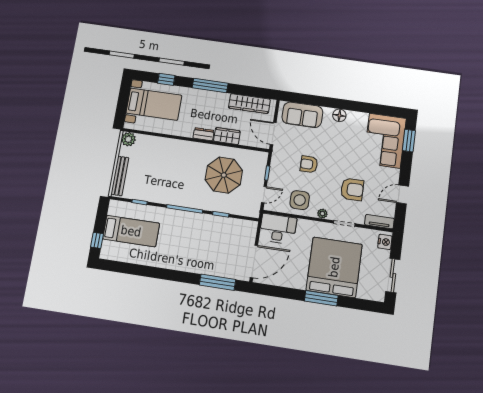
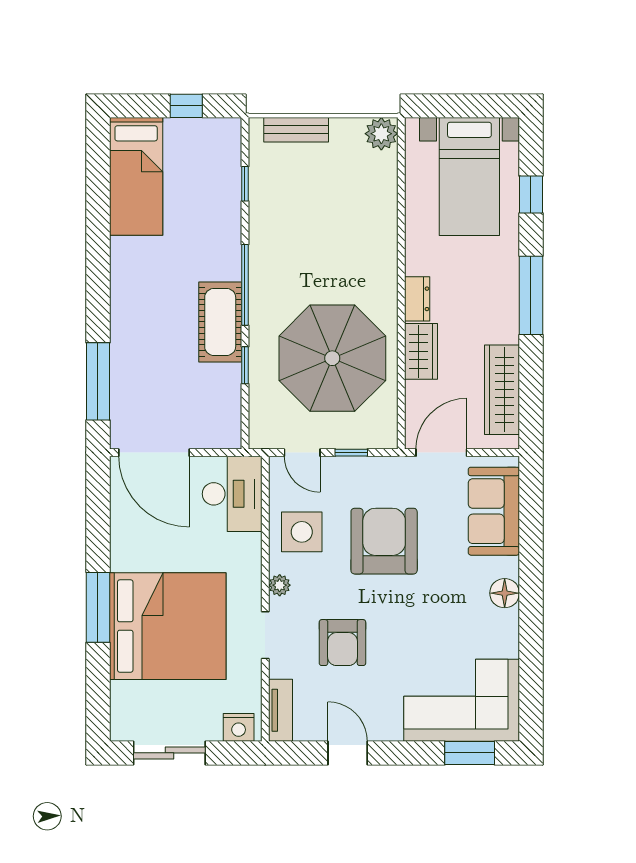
armchair: (309, 164) -> (384, 541), width x1.88, depth x1.88
parasol: (224, 175) -> (332, 358), width x1.36, depth x1.36
bench: (120, 176) -> (296, 130), width x0.73
cot: (200, 222) -> (220, 322), added
bed: (131, 231) -> (136, 176), moved
window: (97, 240) -> (186, 106), moved

